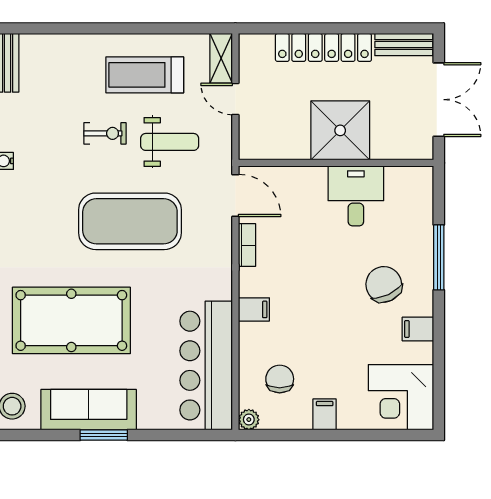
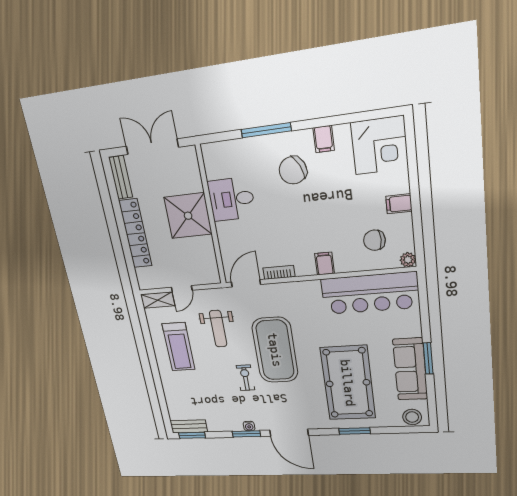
exercise bike: (105, 133) -> (245, 378), moved
weight bench: (170, 142) -> (218, 329), turned 180

